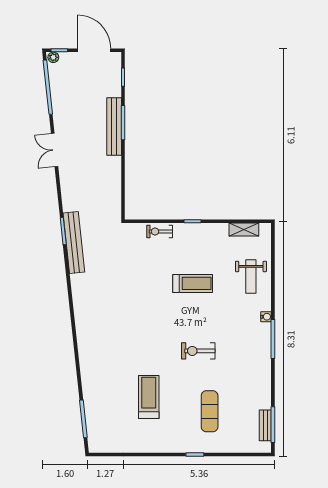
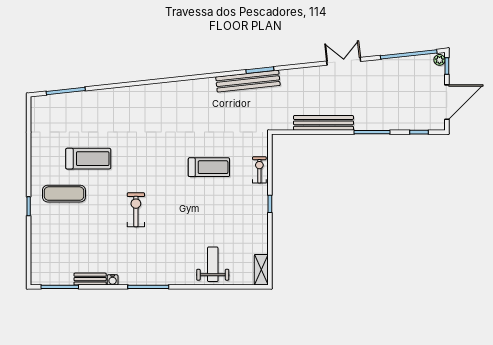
bench: (114, 127) -> (323, 123), moved
shelving: (244, 230) -> (261, 270), moved
weight bench: (251, 277) -> (213, 264), turned 90
treadmill: (193, 283) -> (209, 167), moved, turned -90
water cooler: (266, 317) -> (113, 280), moved
exercise mat: (210, 411) -> (64, 194), moved
bench: (265, 425) -> (90, 279), moved

